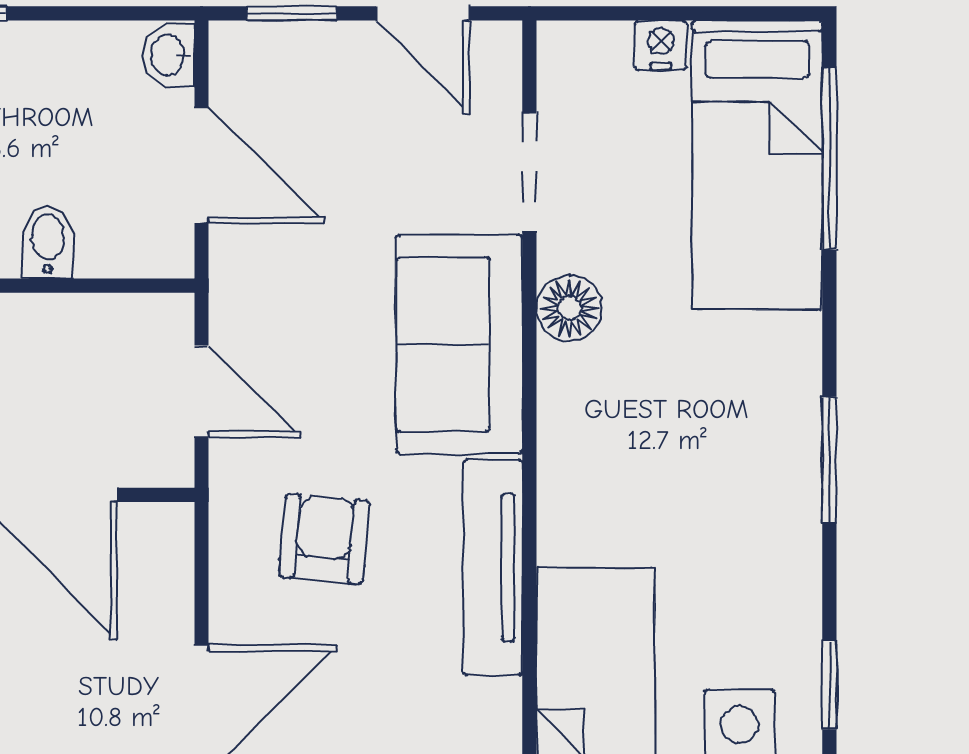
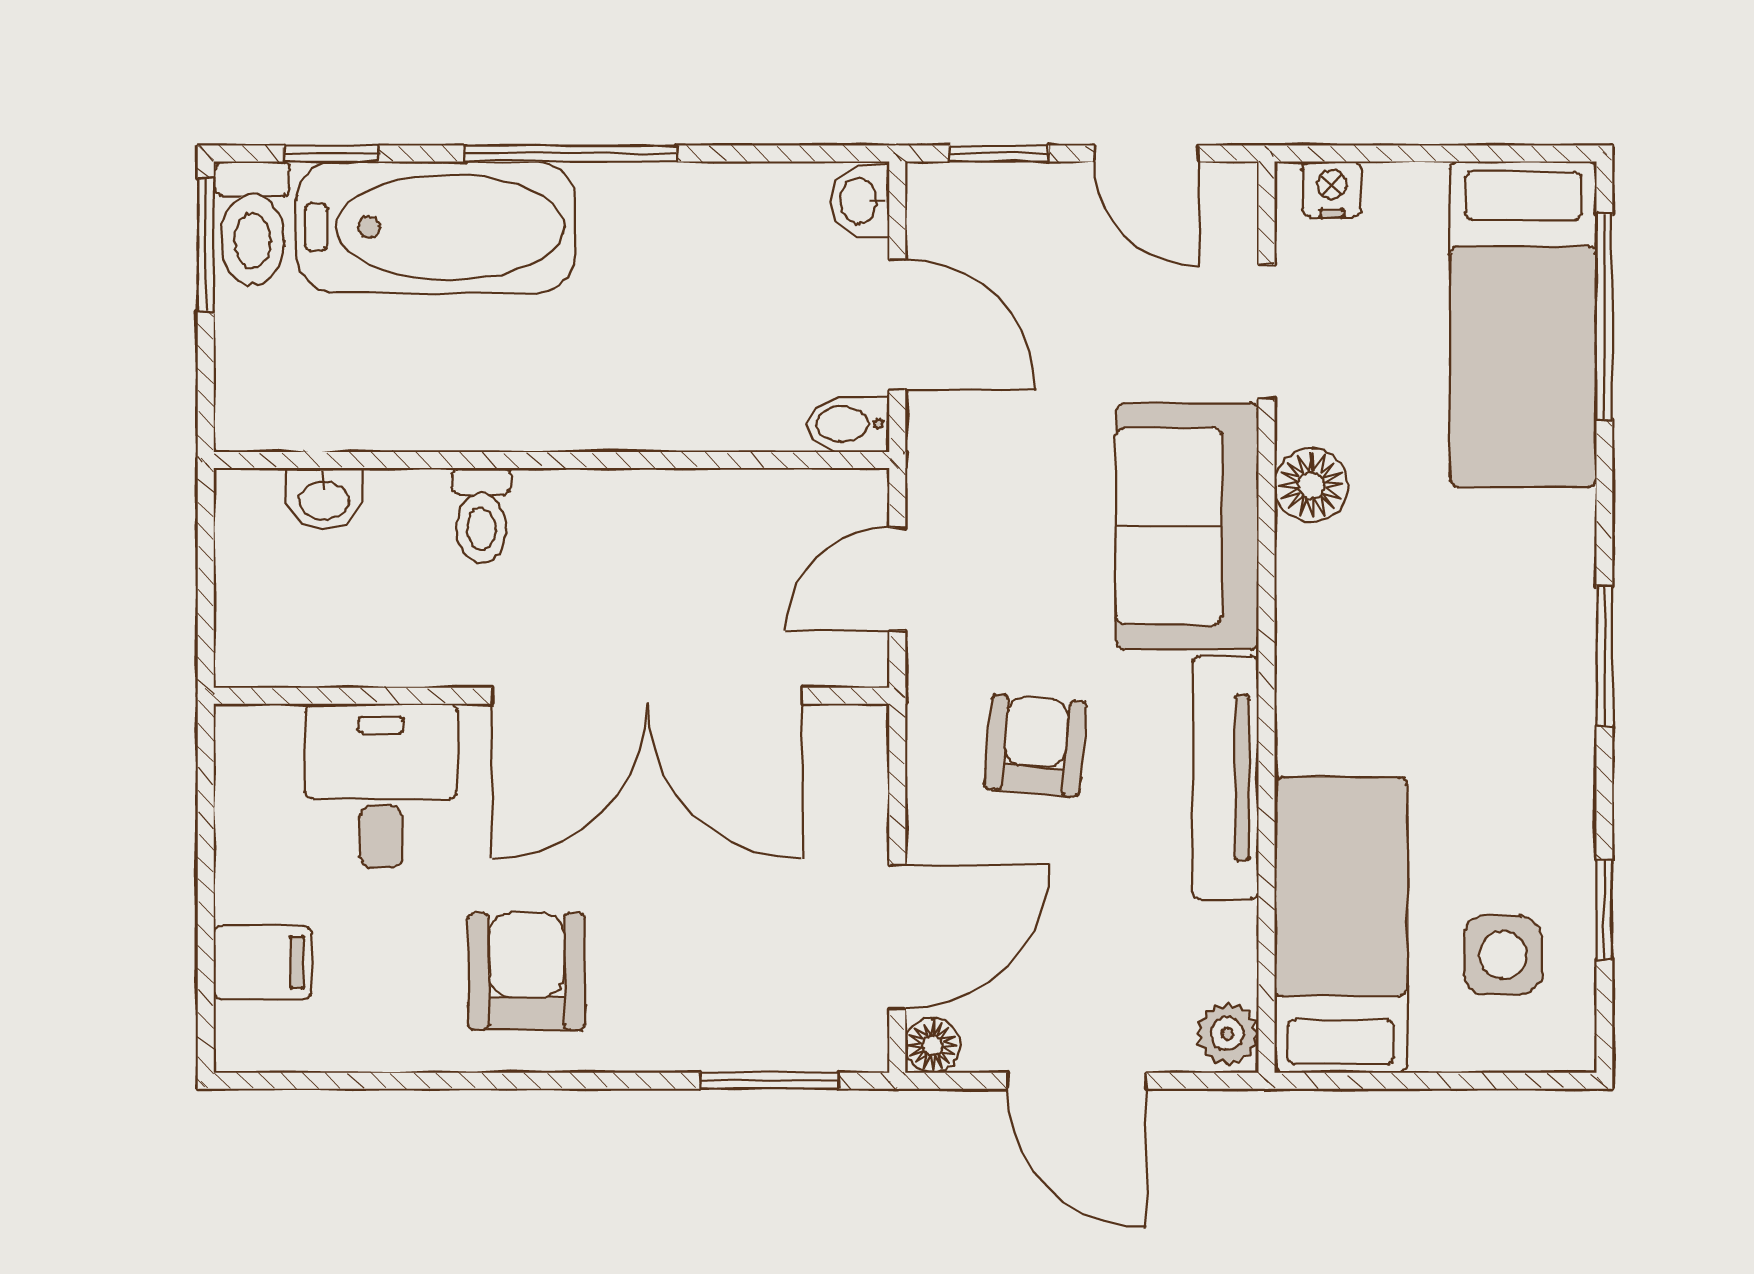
nightstand: (661, 45) -> (1332, 189), moved
bidet: (48, 242) -> (848, 424), moved, turned -90
door: (201, 391) -> (897, 579), swing flipped

